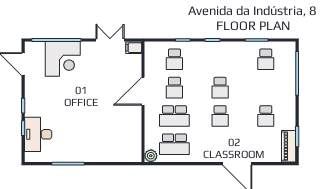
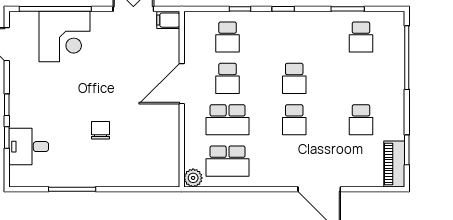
chair: (87, 123) -> (100, 130), added
desk: (38, 134) -> (29, 147), width x0.73

